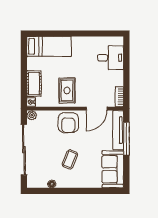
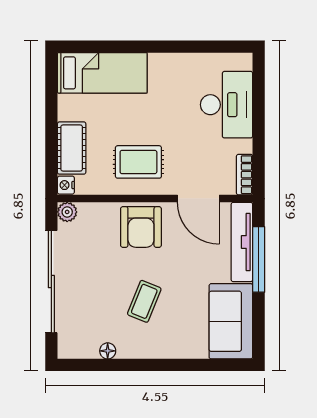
desk: (111, 58) -> (227, 105), width x1.37
rug: (67, 91) -> (138, 162), turned 90
door: (97, 109) -> (198, 199), hinge flipped

